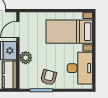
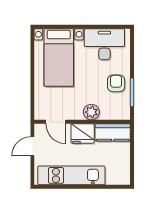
armchair: (49, 77) -> (116, 83), turned 75

